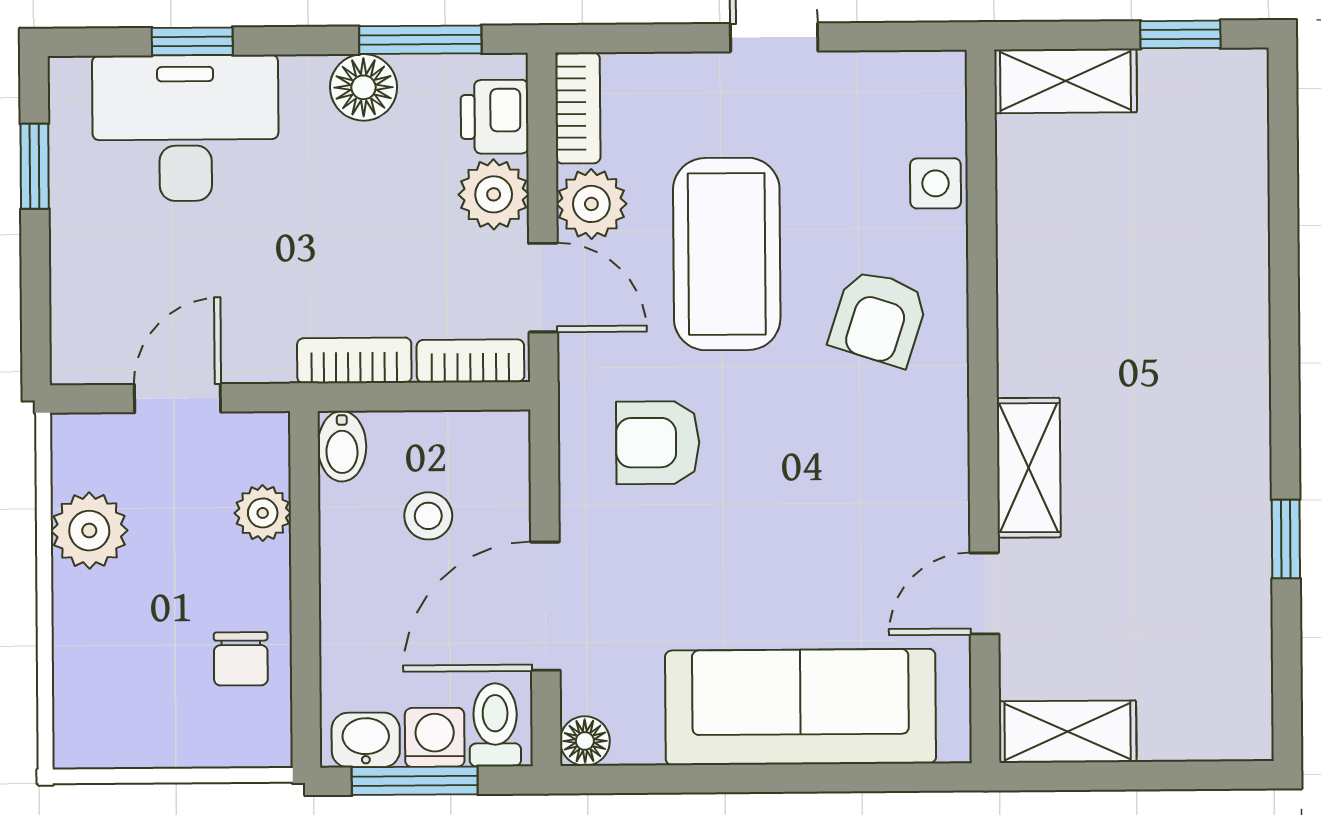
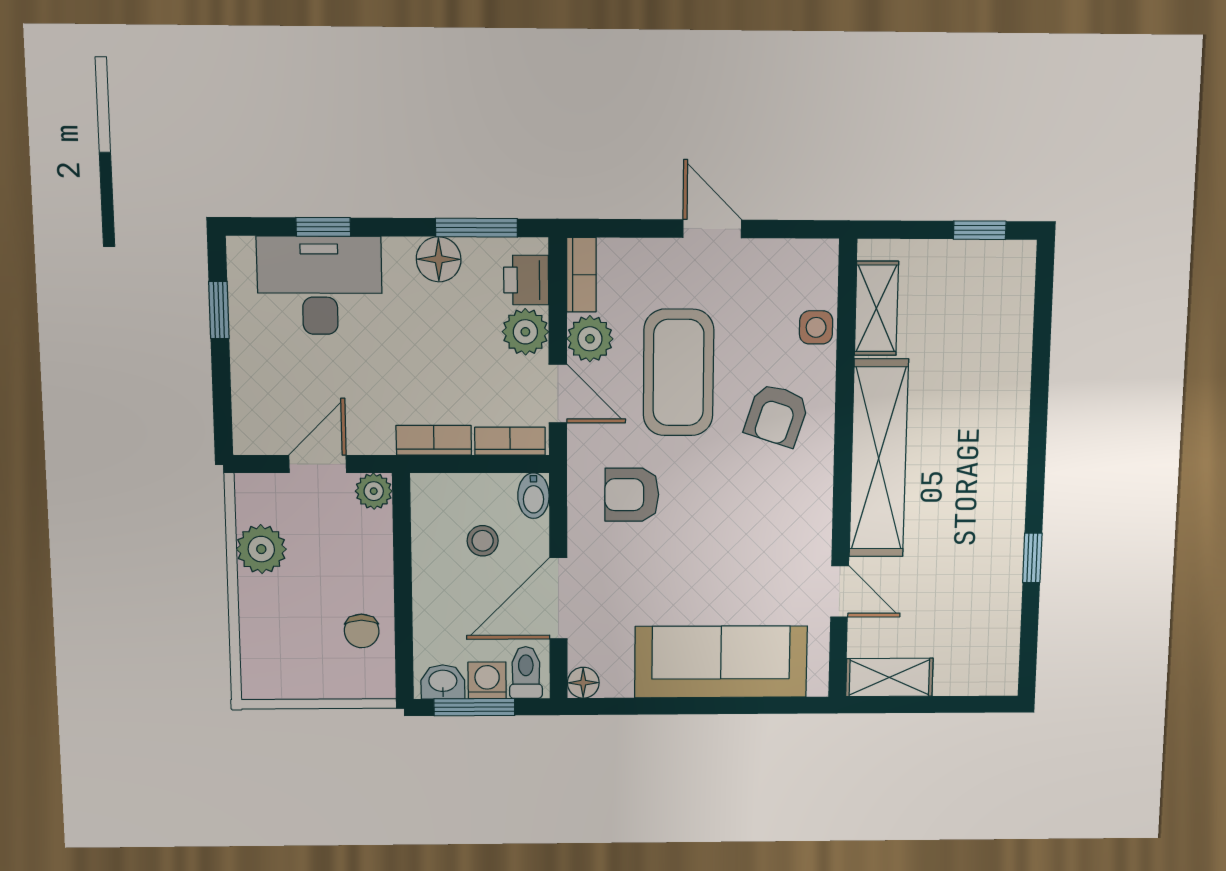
shelving: (1066, 81) -> (876, 308), moved, turned 90
bidet: (342, 446) -> (533, 496), moved
shelving: (1029, 468) -> (879, 458), width x2.20, depth x1.33
plant: (263, 513) -> (374, 491), moved
door: (984, 593) -> (840, 591), swing flipped

